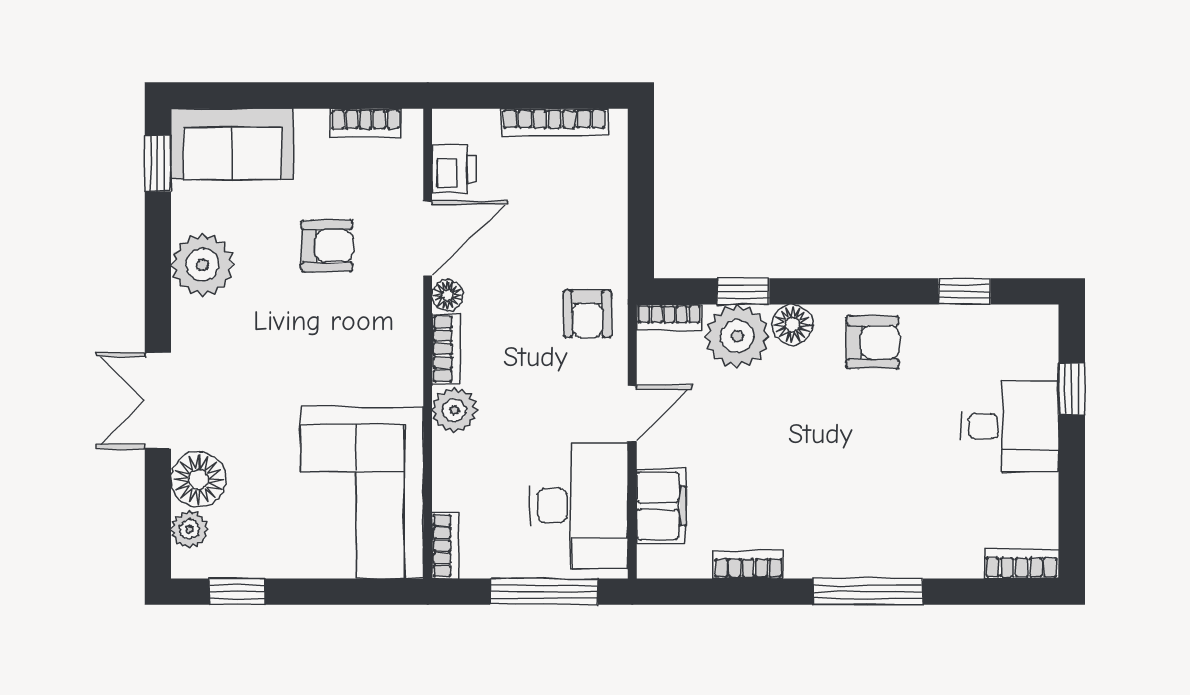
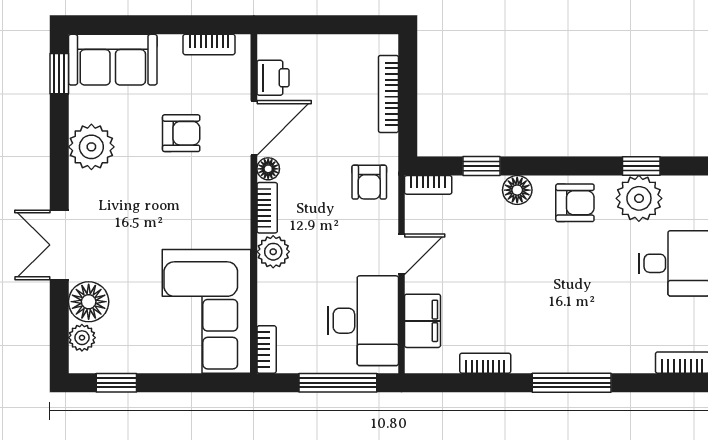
bookcase: (554, 122) -> (388, 94), moved, turned 90
plant: (737, 336) -> (639, 198), moved

